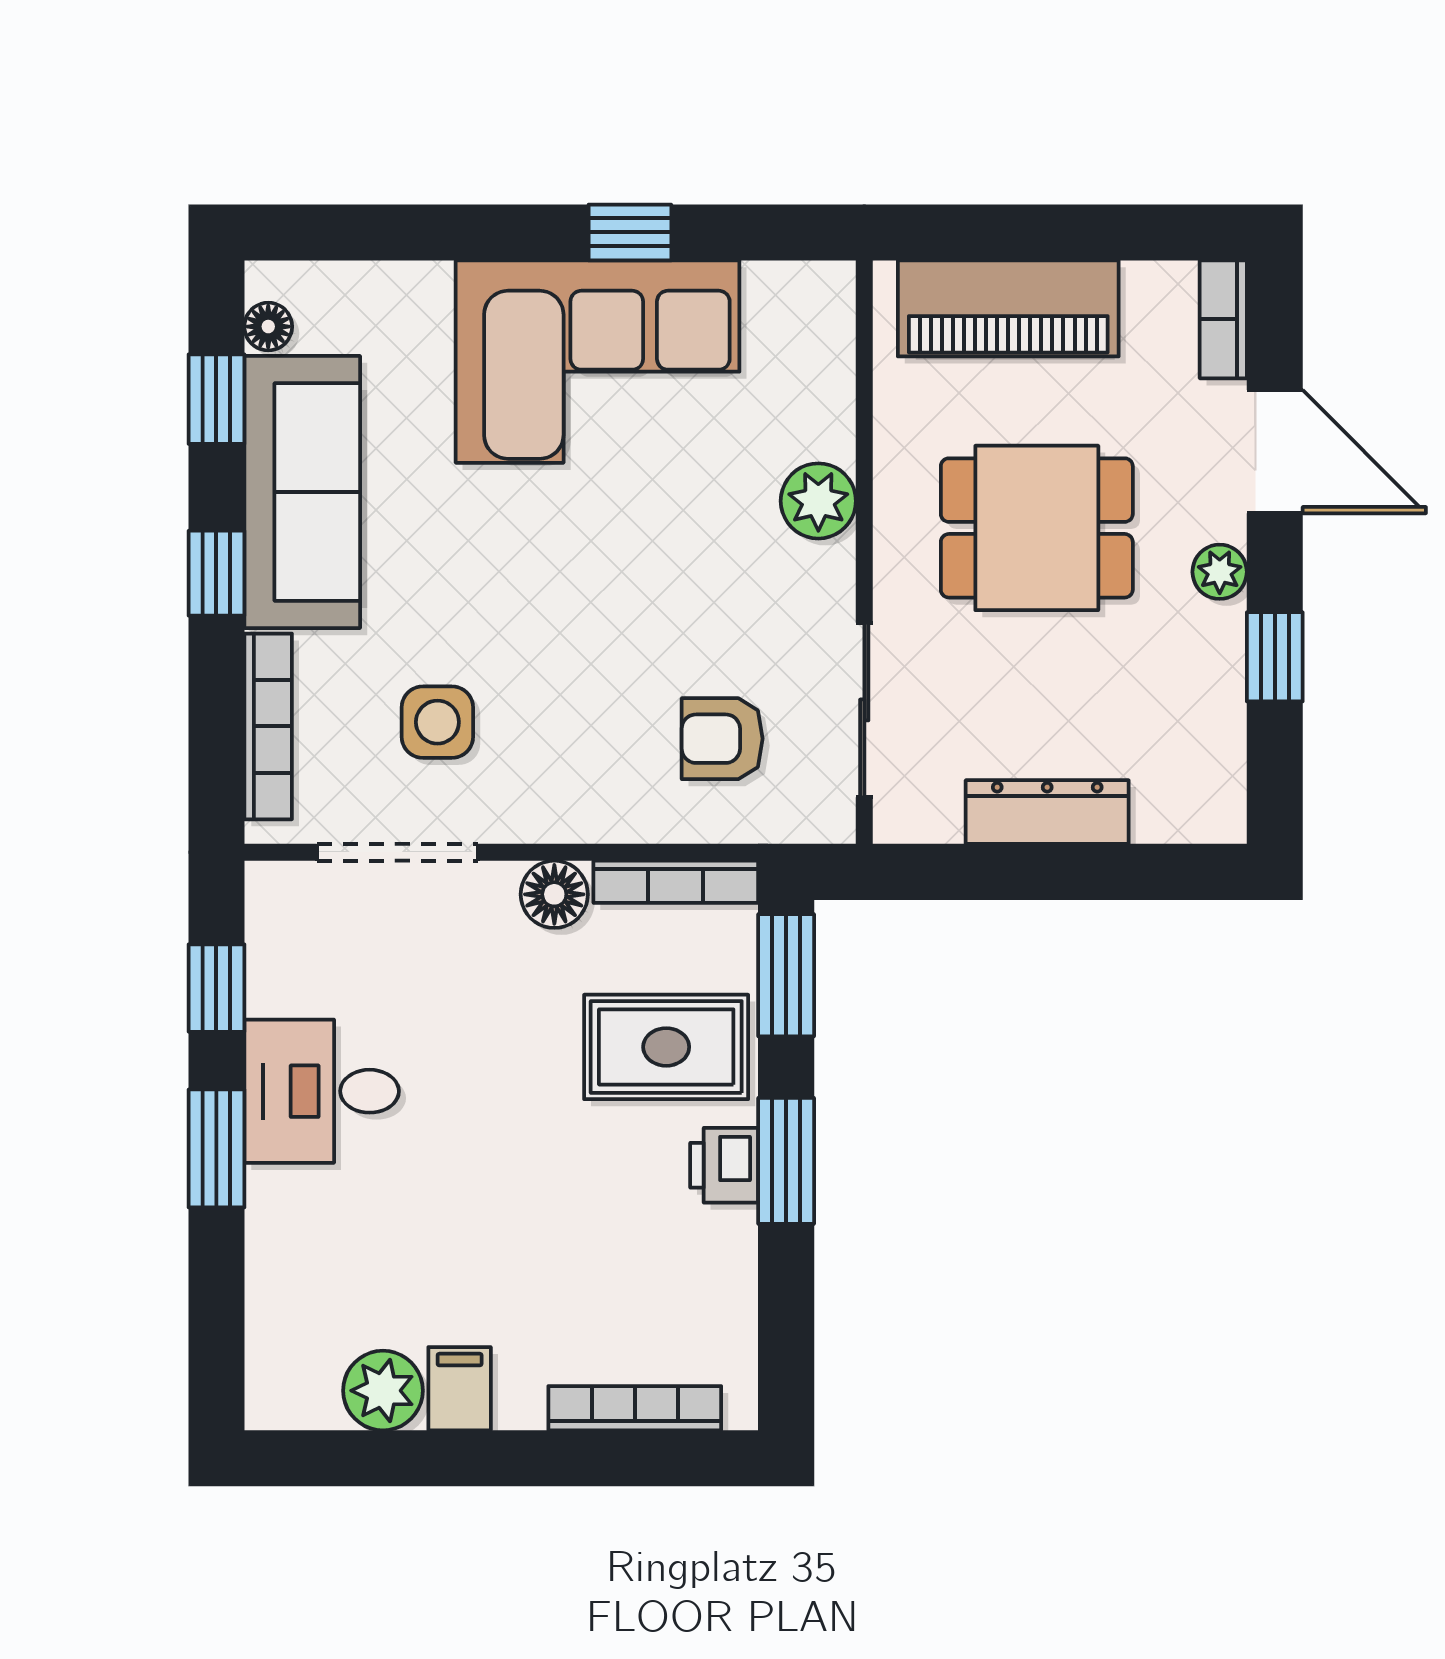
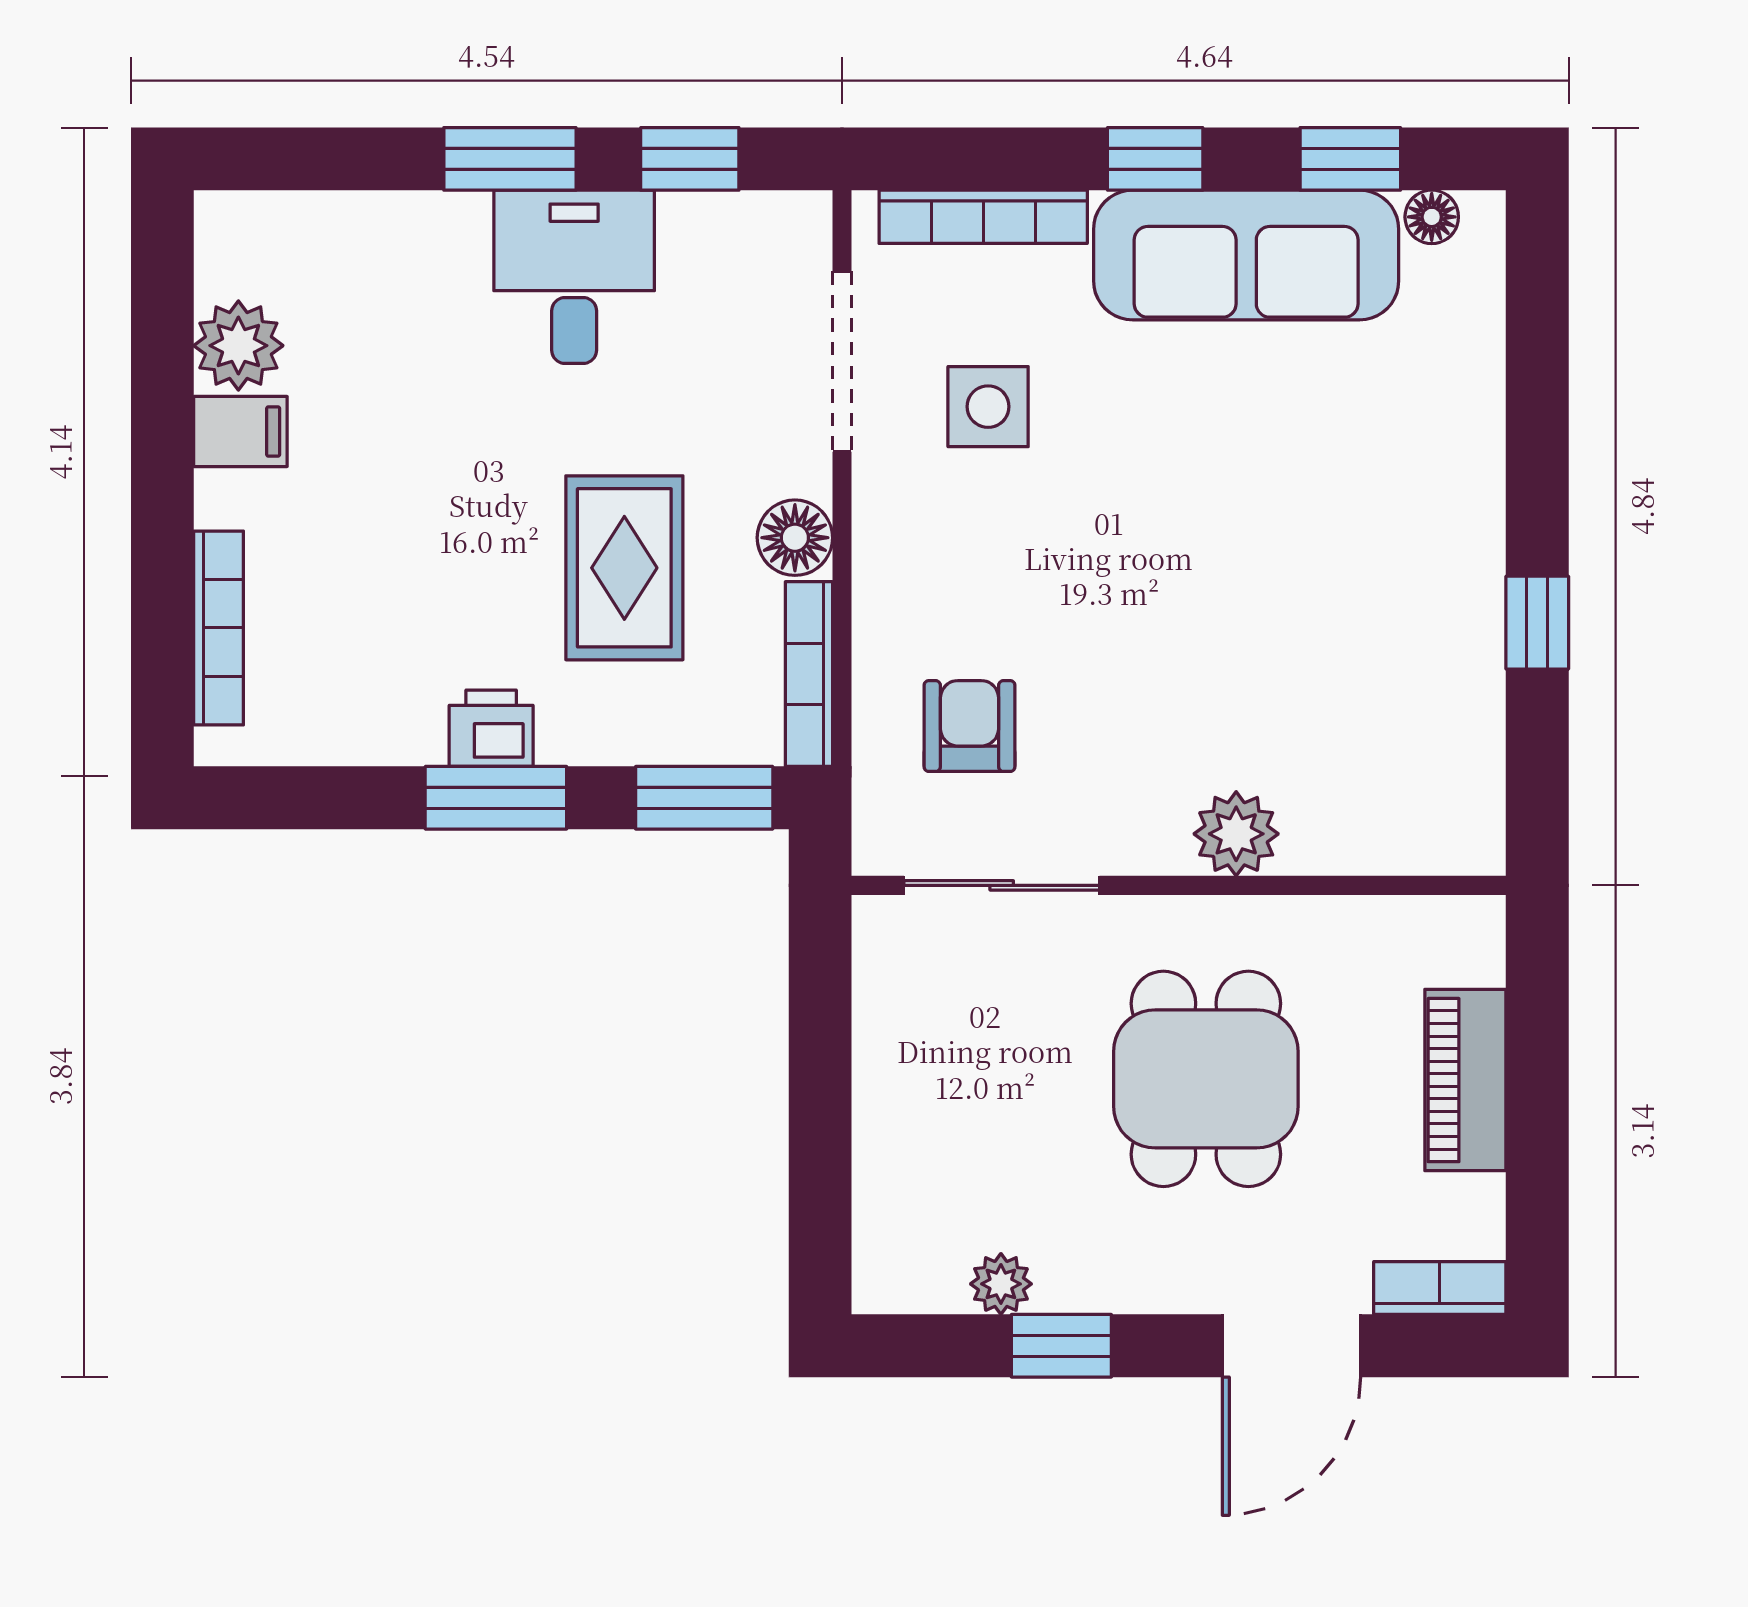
piano: (1008, 308) -> (1465, 1080), width x0.73, depth x0.75
corner sofa: (598, 362) -> (1392, 586), removed
plant: (1220, 572) -> (1001, 1284), moved
dresser: (1047, 812) -> (887, 1091), removed
rug: (666, 1047) -> (624, 568), moved

